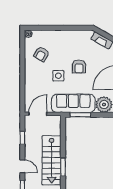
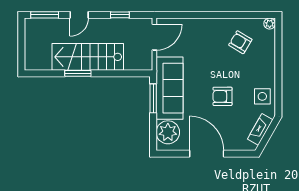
side table: (58, 76) -> (262, 96), moved
door: (38, 114) -> (154, 37), hinge flipped

